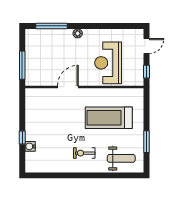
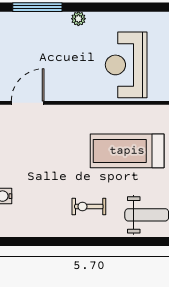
door: (68, 87) -> (28, 103), moved

